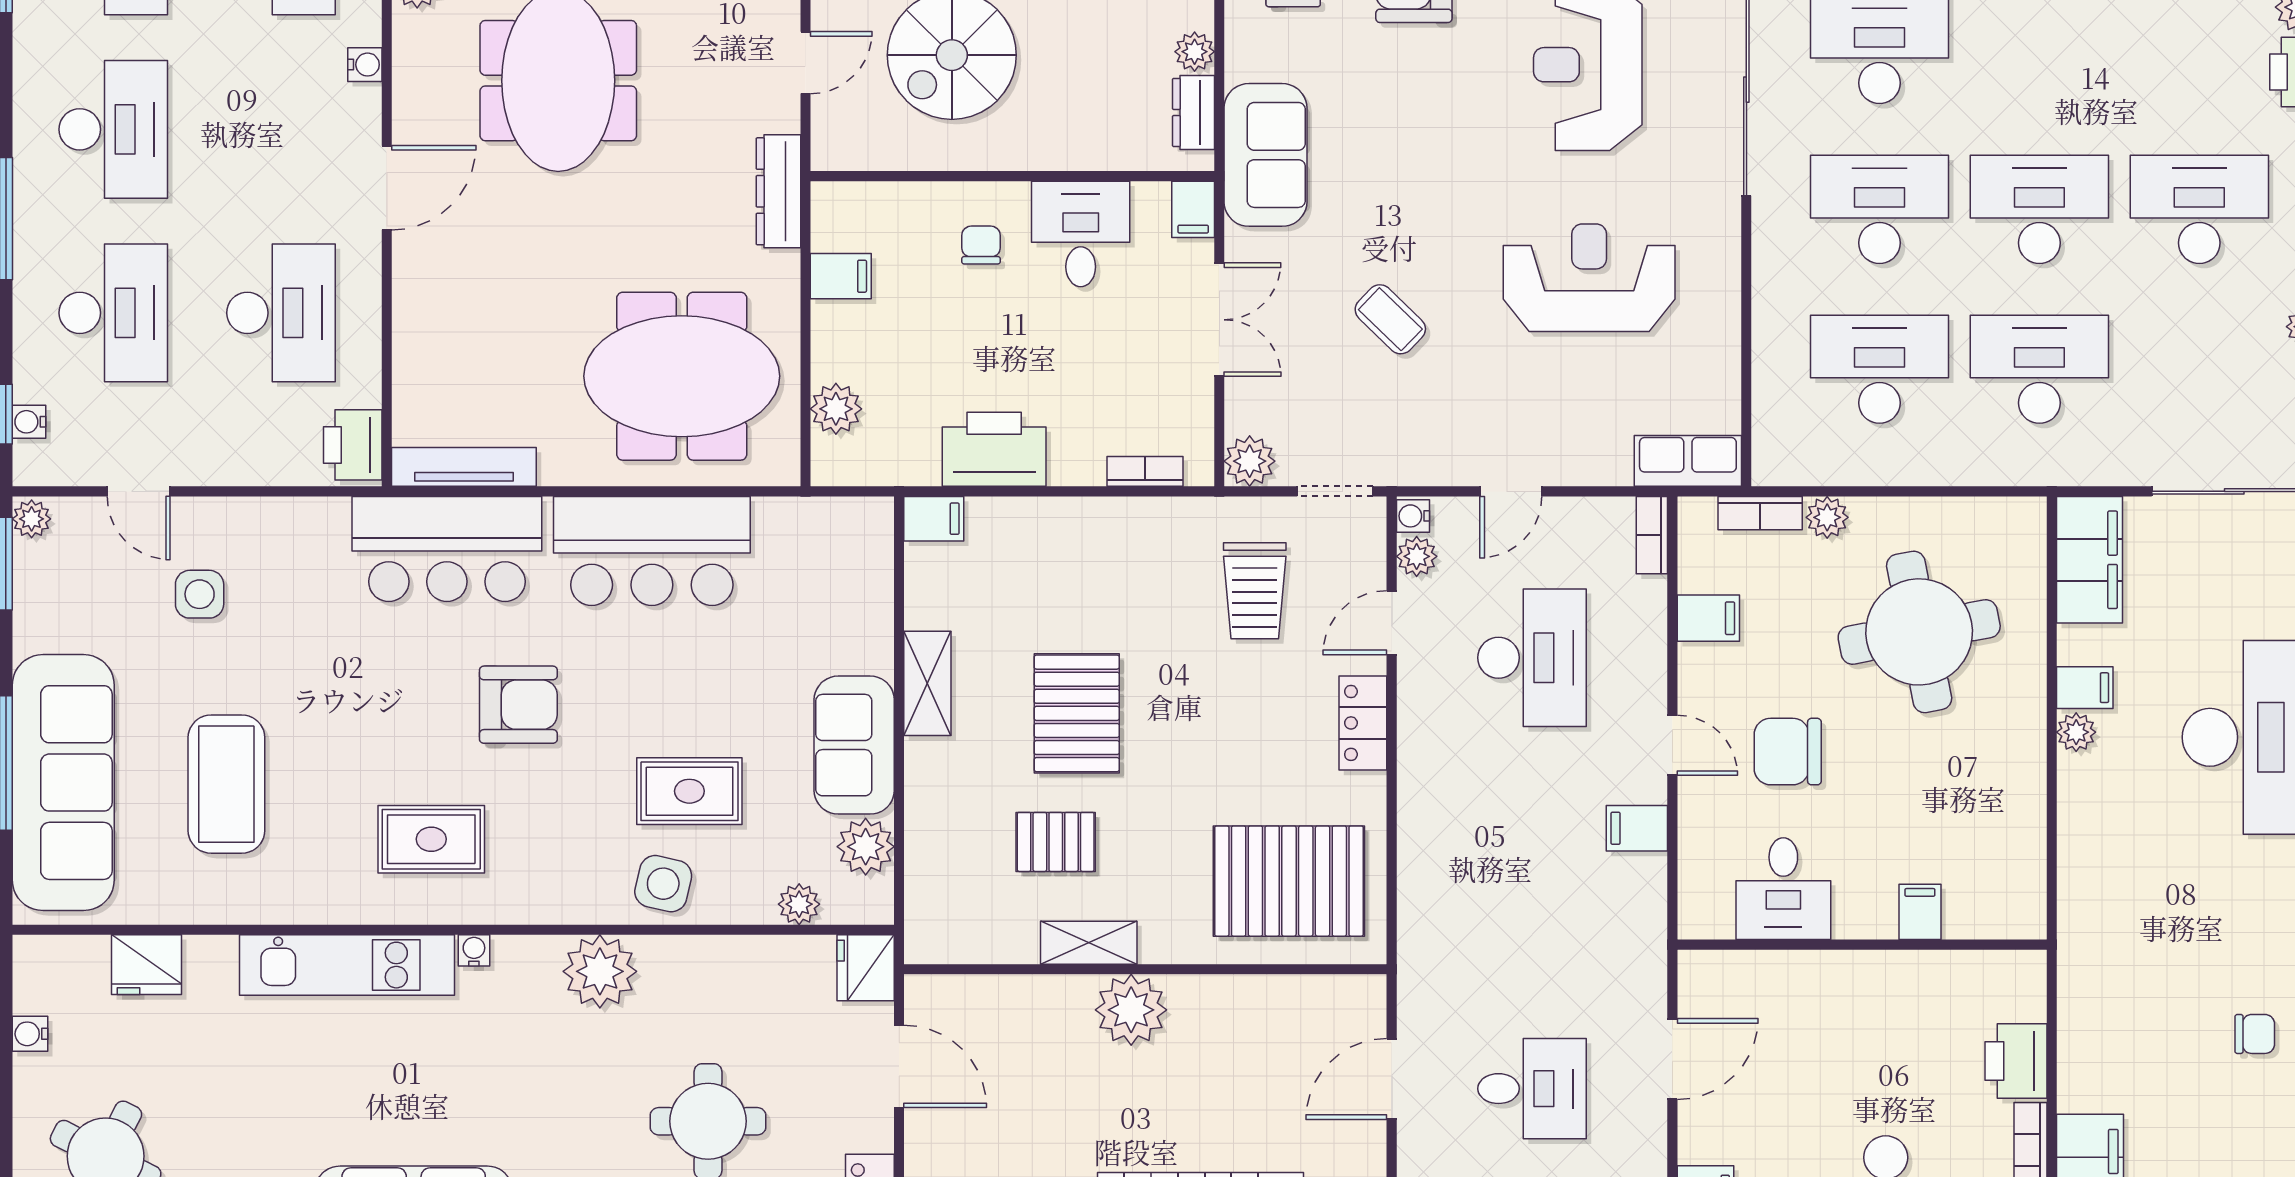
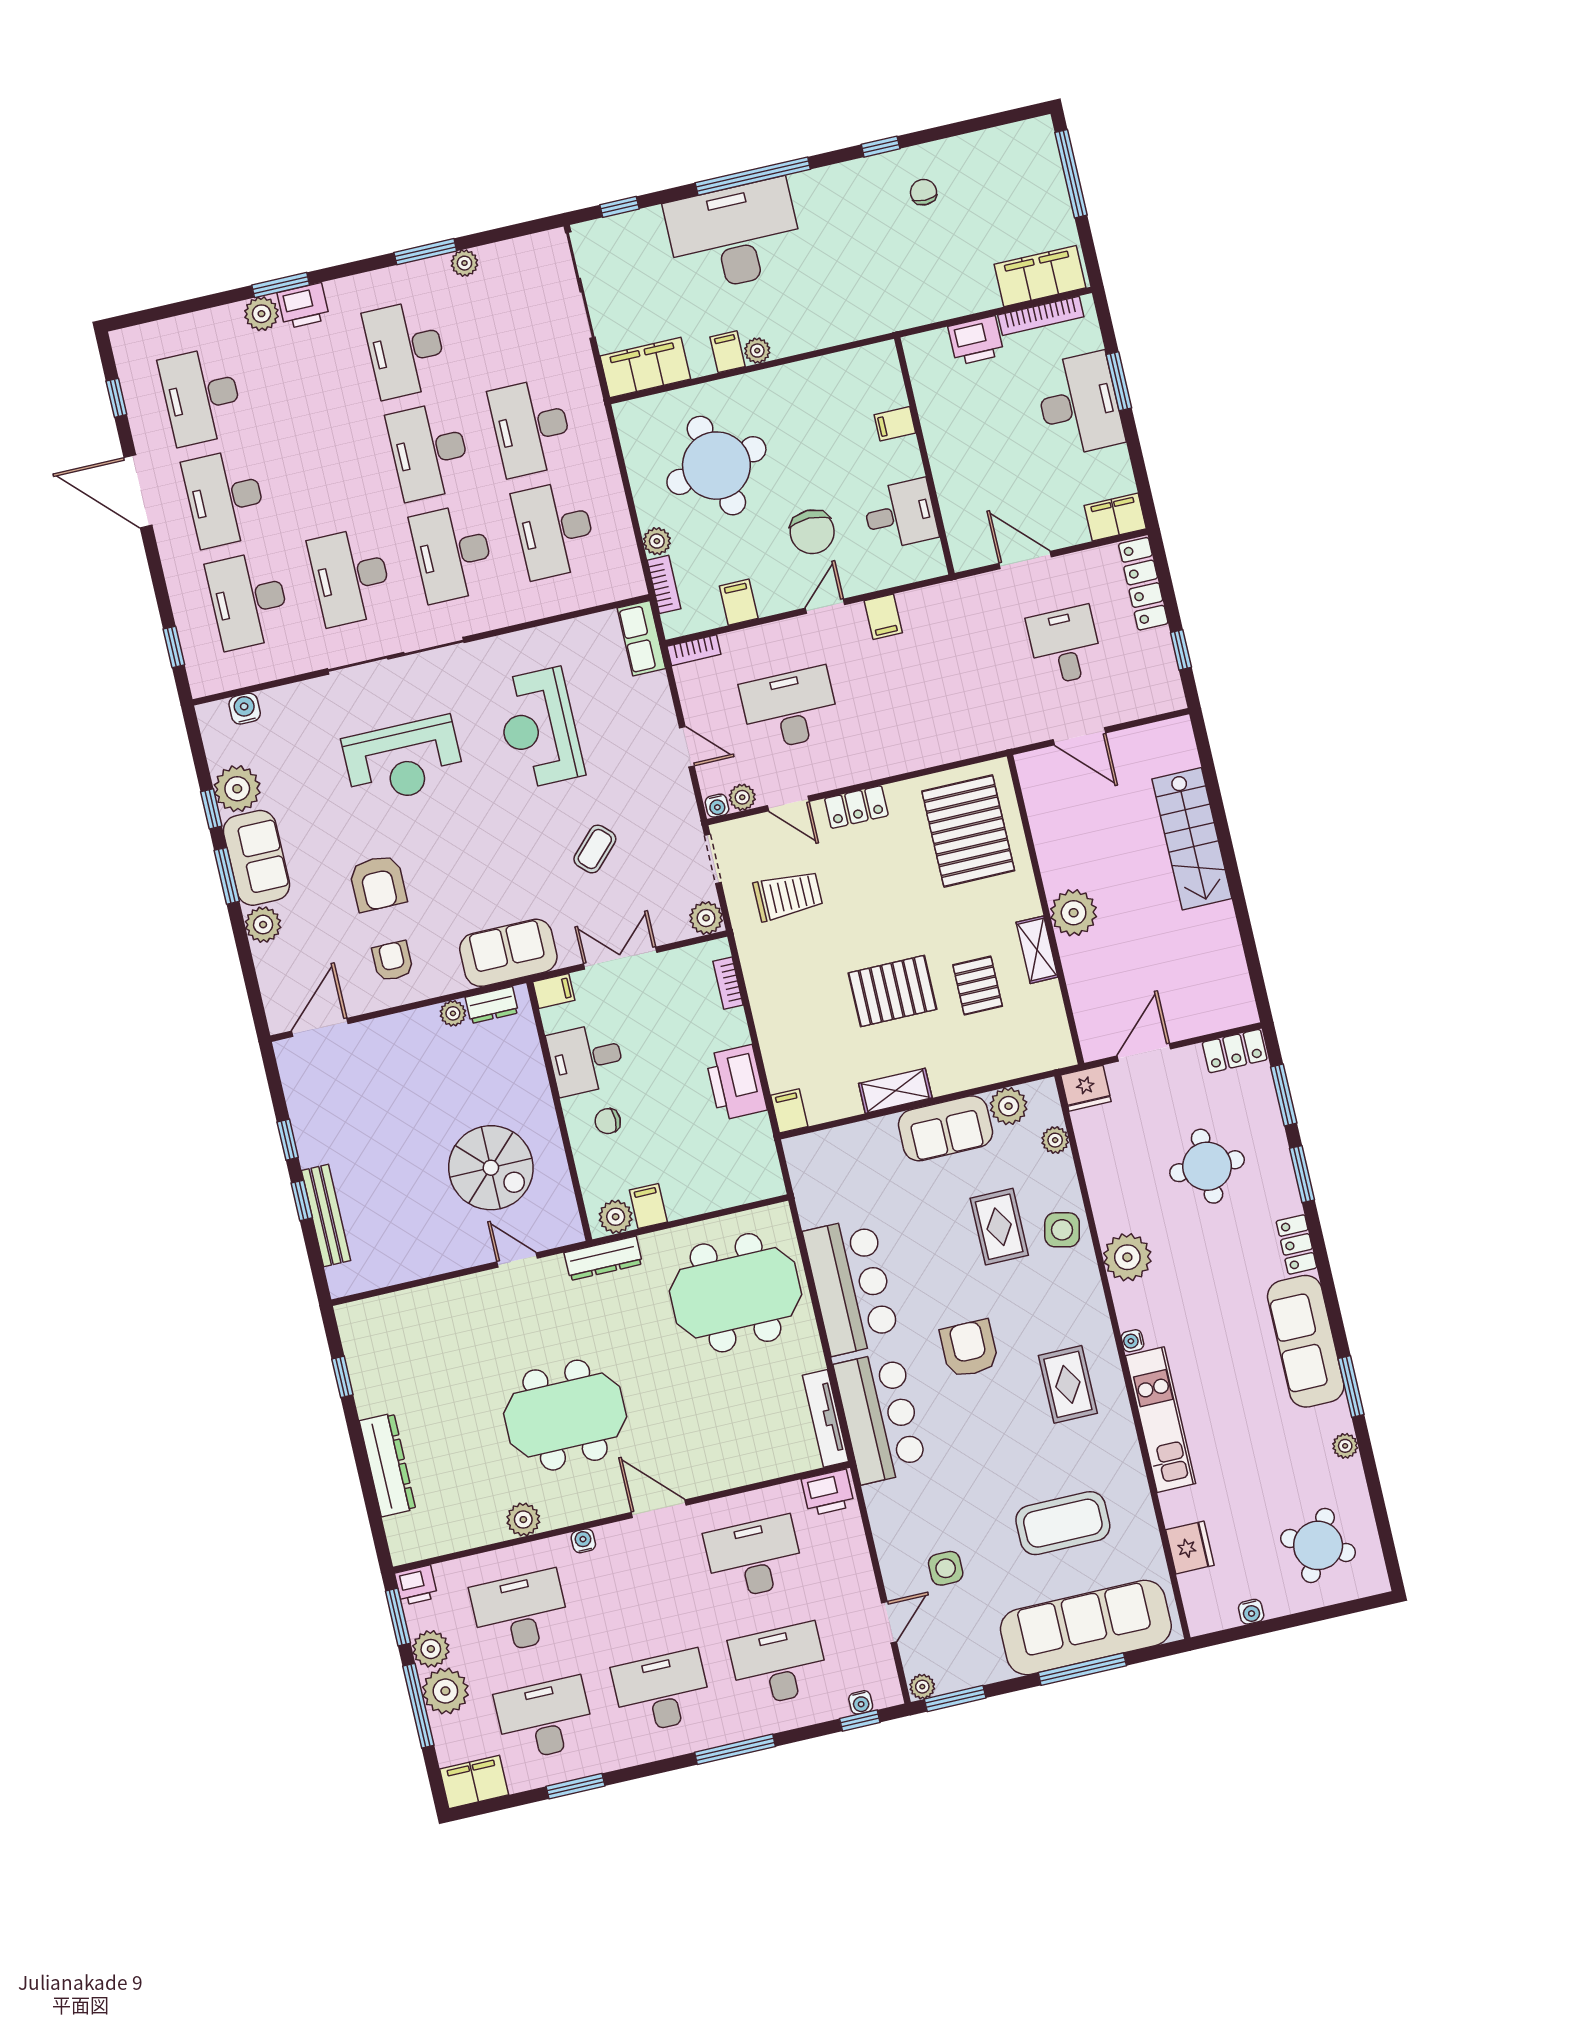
meeting table: (682, 376) -> (736, 1293), turned 90
plant: (836, 409) -> (616, 1217), moved

